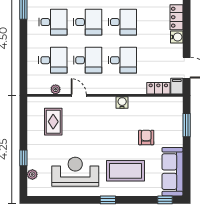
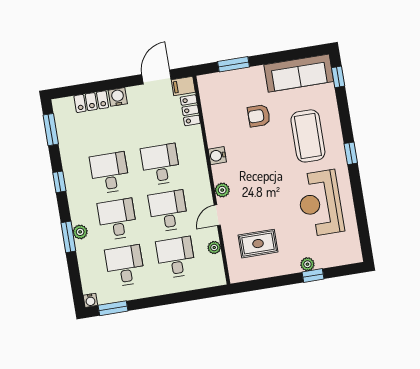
plant: (96, 102) -> (222, 190), added
plant: (32, 174) -> (307, 264), moved

